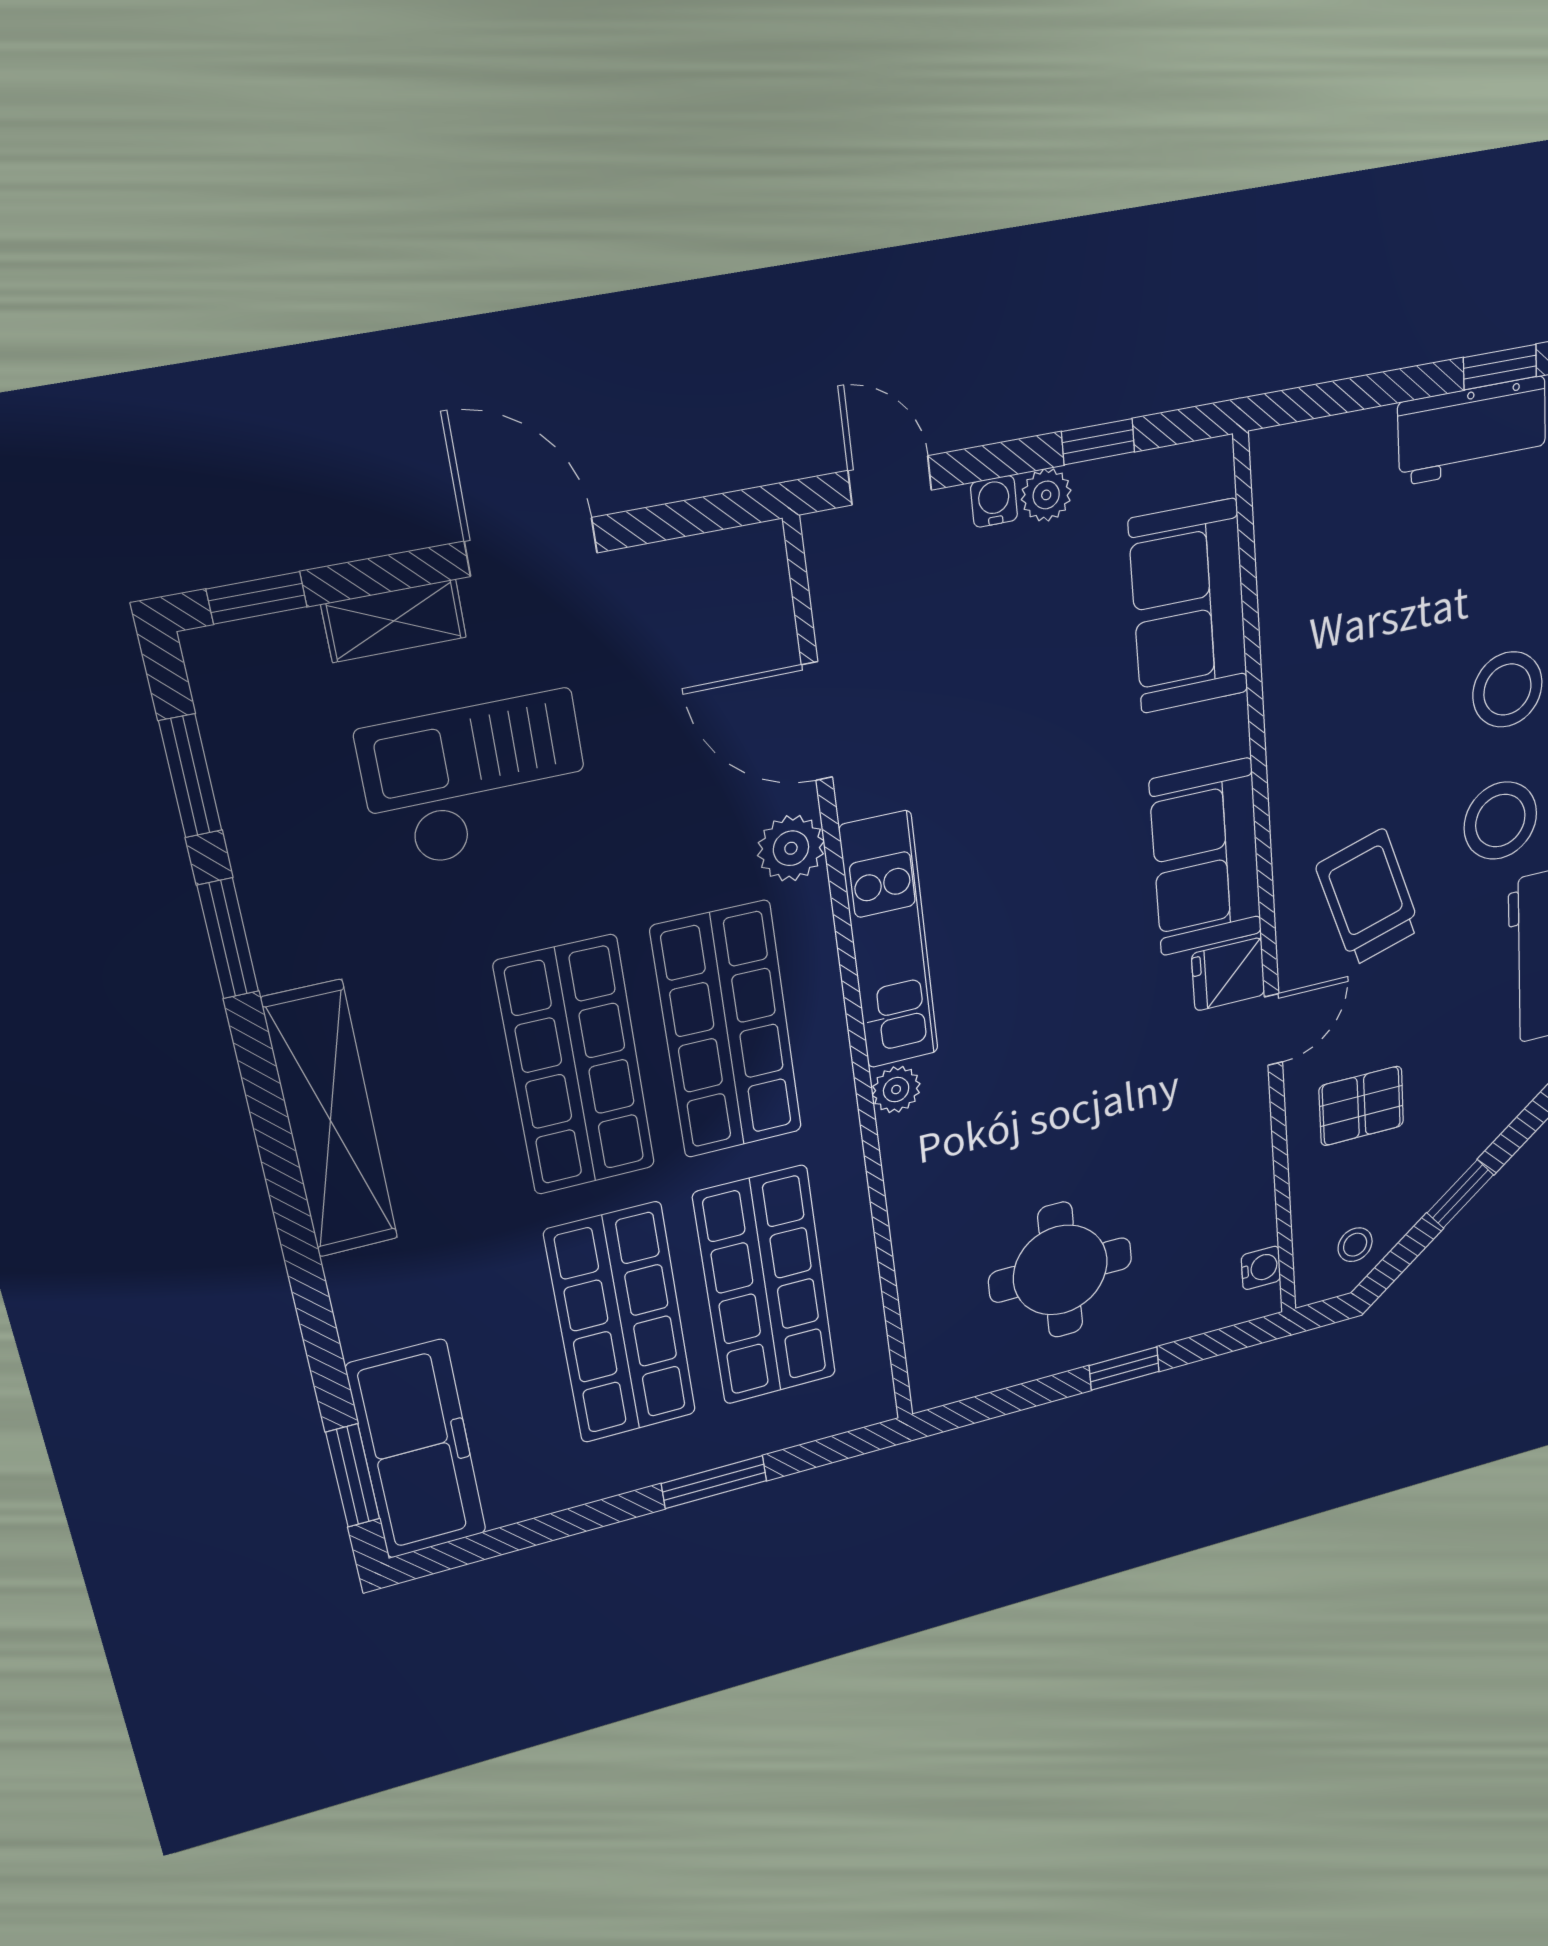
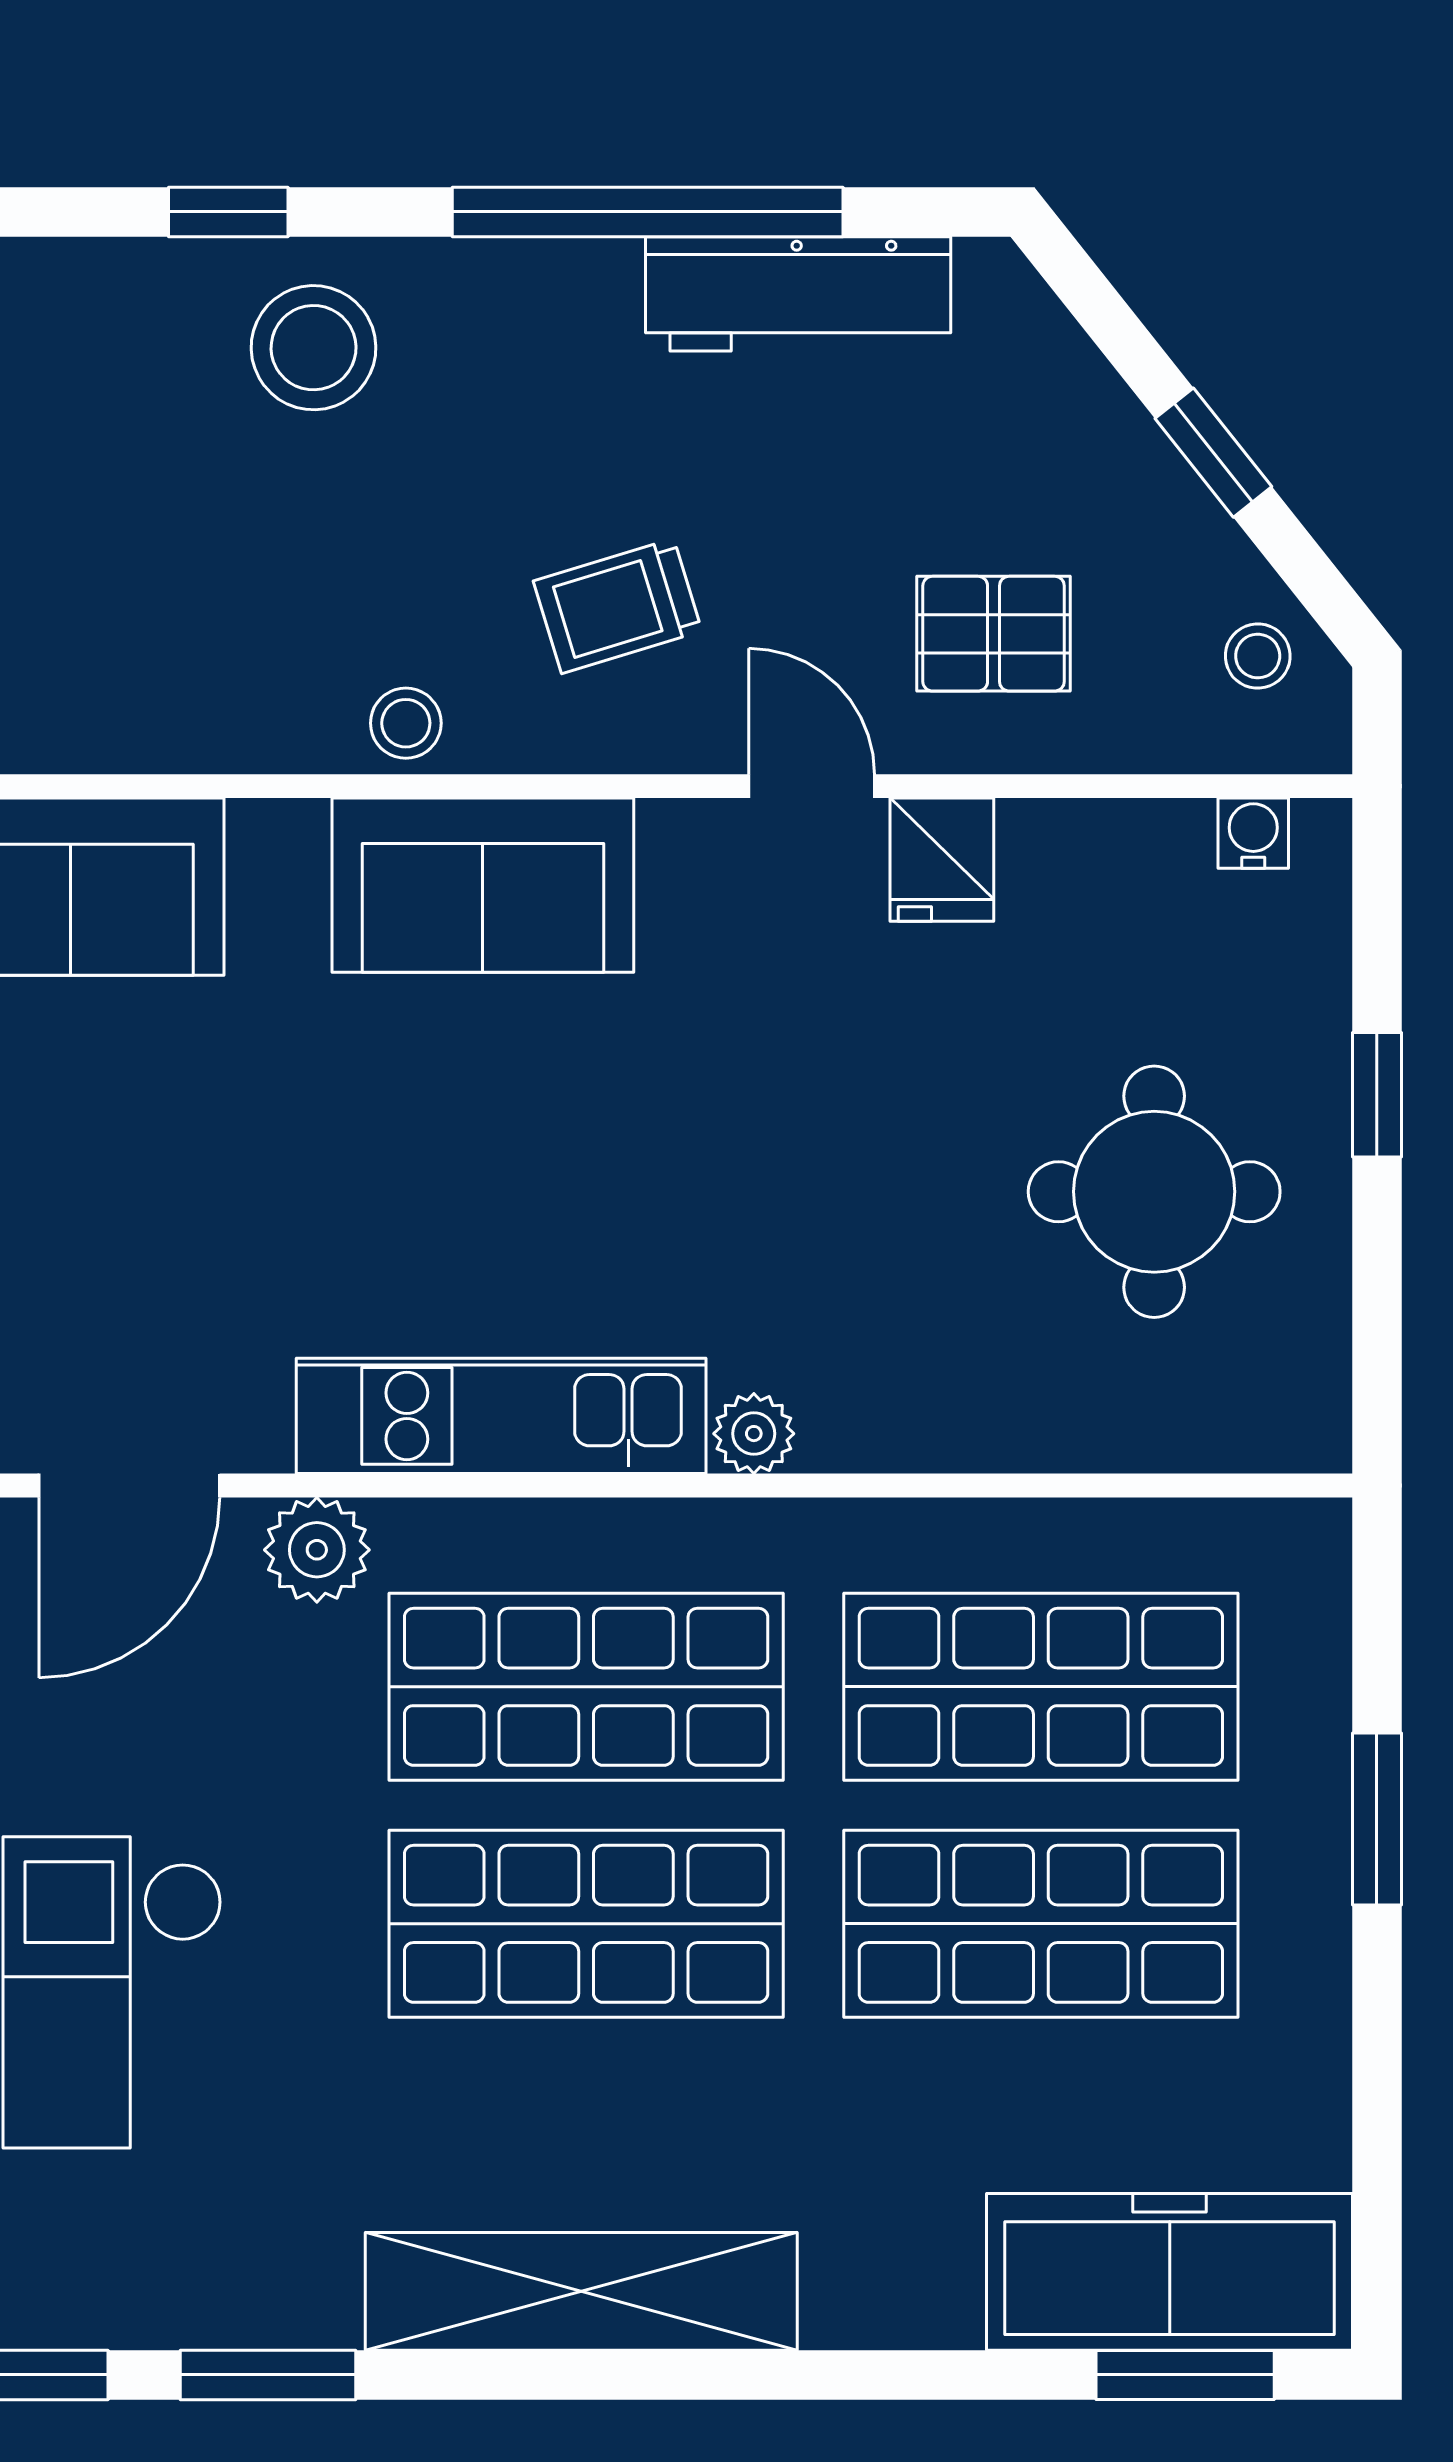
stool: (1500, 821) -> (406, 723), moved, width x0.53, depth x0.53
trolley: (1368, 898) -> (618, 606), width x0.73, depth x0.72
fridge: (1228, 974) -> (942, 860), moved
pallet: (1361, 1106) -> (994, 634), turned 90

